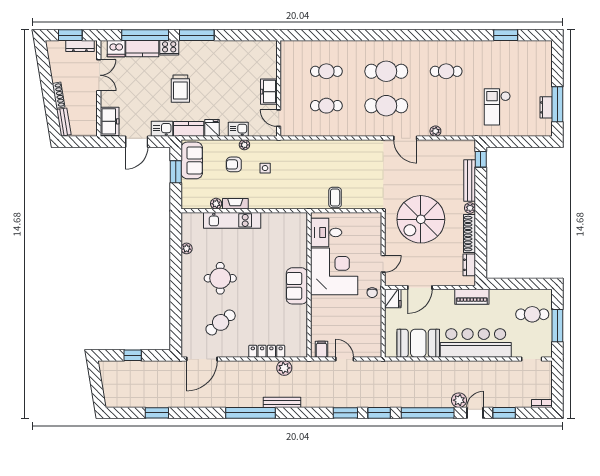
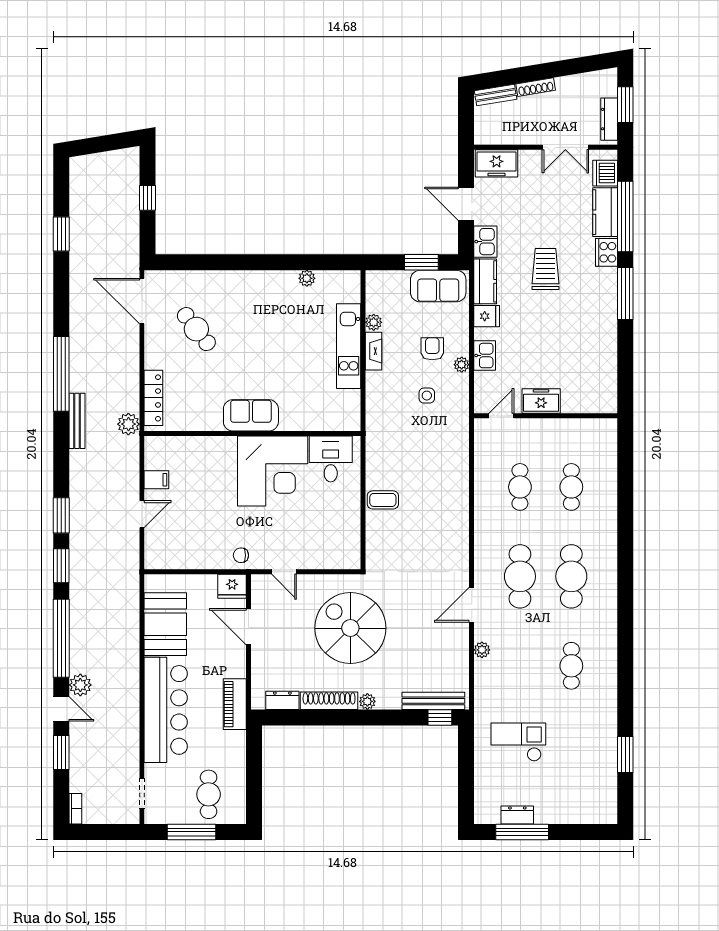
trolley: (180, 89) -> (545, 269), turned 90
bench: (470, 181) -> (433, 701), moved
desk: (326, 232) -> (331, 459), moved
corner desk: (334, 271) -> (273, 471), moved
round table: (220, 278) -> (262, 329), removed
wall: (309, 285) -> (252, 434), moved
sofa: (297, 286) -> (251, 415), moved

